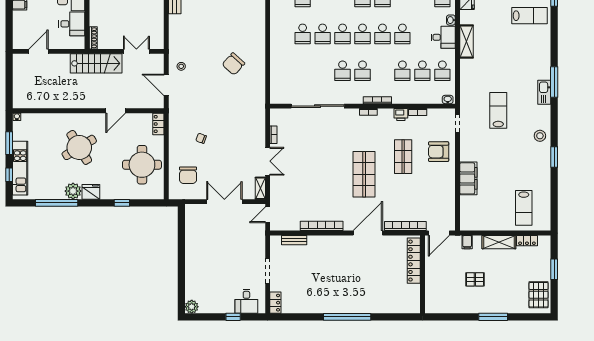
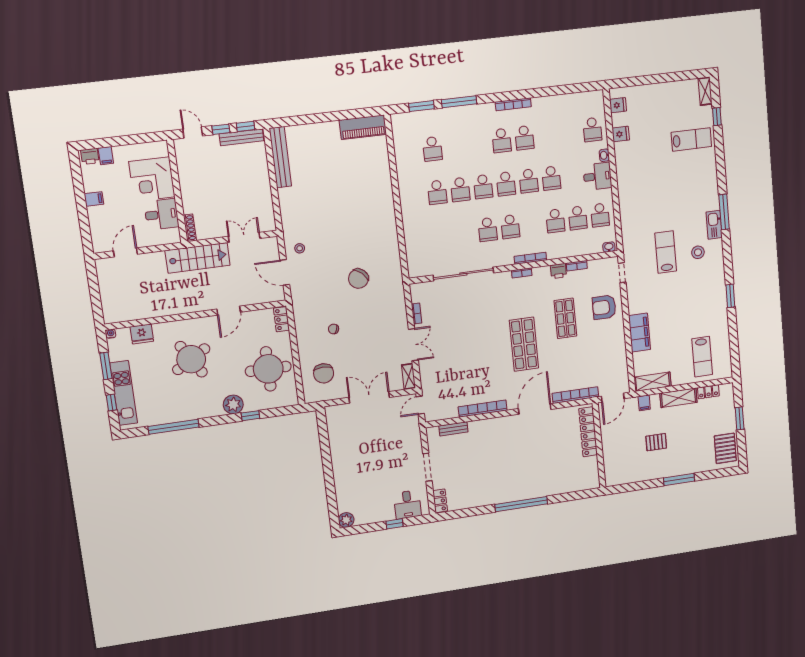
shelving: (466, 42) -> (653, 382), moved, turned 90
chair: (233, 64) -> (358, 279), moved
stool: (540, 136) -> (698, 252), moved
plant: (73, 191) -> (233, 405), moved
fridge: (91, 192) -> (142, 334), moved, turned 180

